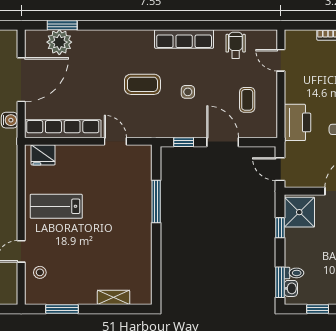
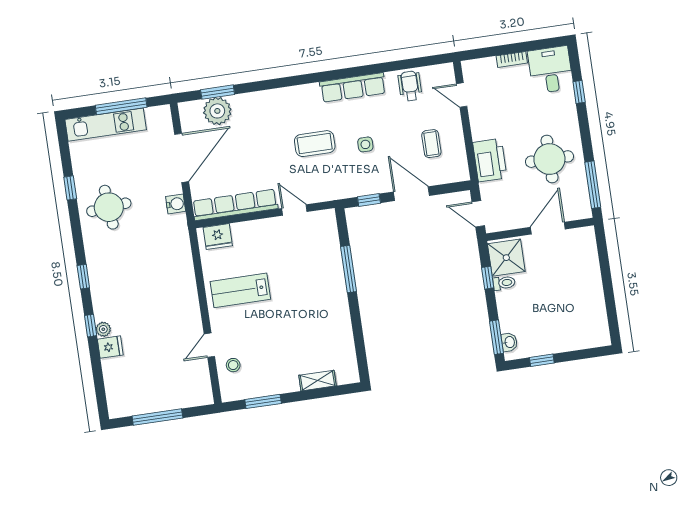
toilet: (294, 273) -> (504, 283), moved

